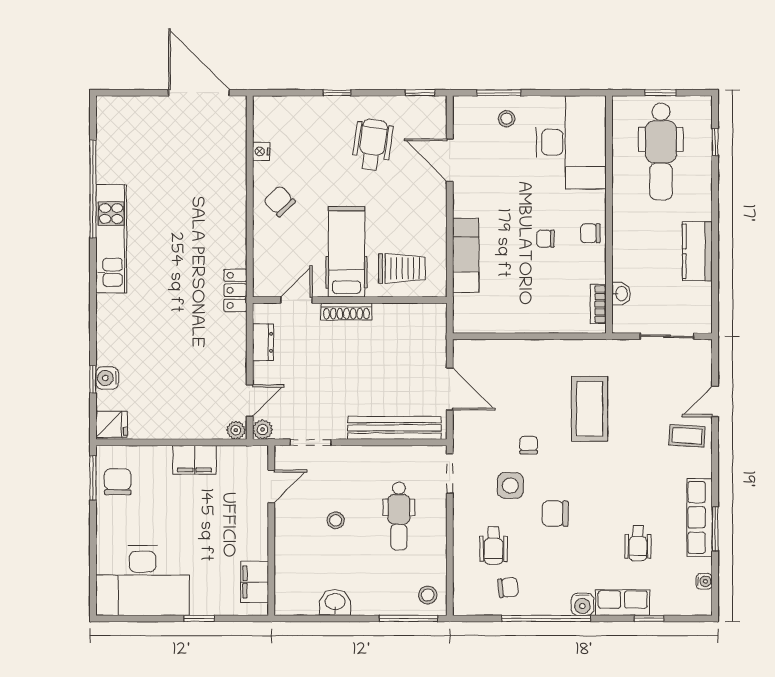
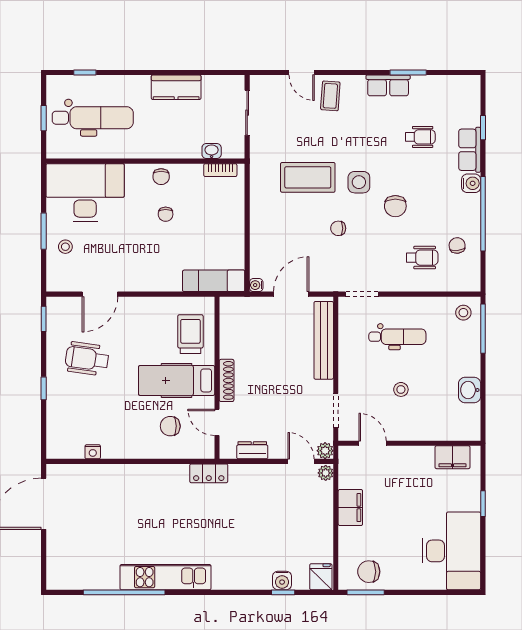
window: (499, 93) -> (44, 231), moved
chair: (279, 201) -> (170, 426), moved, turned 44
exam couch: (466, 255) -> (214, 281), moved
side table: (510, 485) -> (359, 182), moved
row of seats: (700, 517) -> (388, 85), width x0.68
water cooler: (704, 581) -> (256, 285), moved, turned -90

